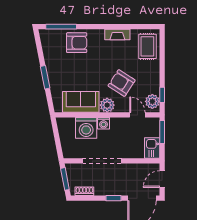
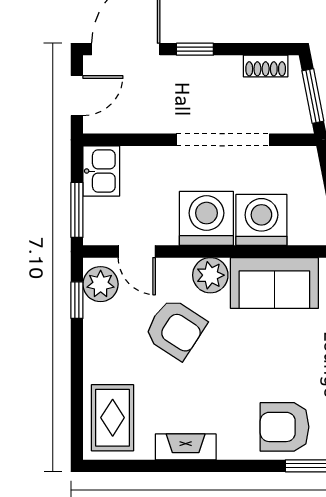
washing machine: (104, 123) -> (206, 218), width x1.89, depth x1.89

